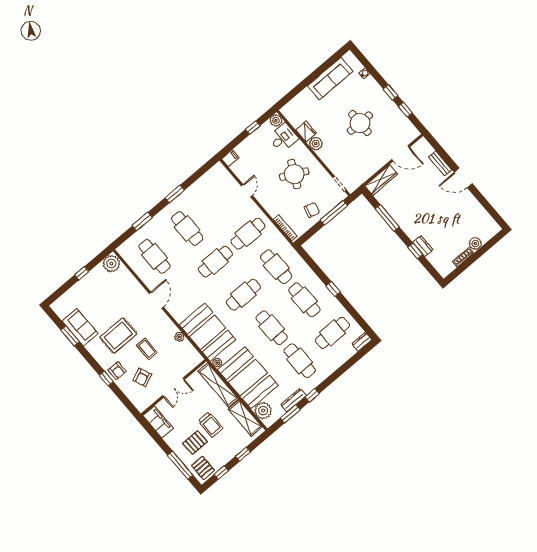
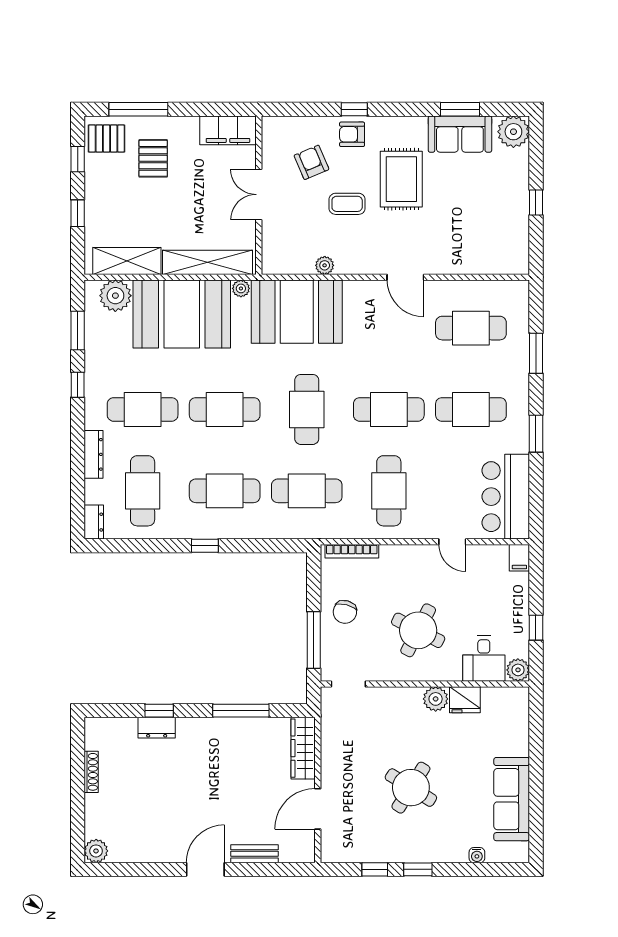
round table: (360, 123) -> (411, 788), turned 32
bar counter: (210, 185) -> (506, 497), added
plant: (475, 244) -> (96, 851), moved
cafe table: (215, 262) -> (389, 409), turned 90
plant: (111, 264) -> (513, 132), moved
dresser: (293, 400) -> (94, 454), moved
trolley: (210, 425) -> (160, 203), removed

